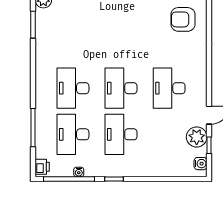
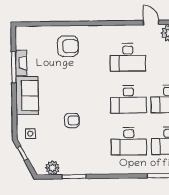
armchair: (183, 19) -> (68, 46), turned -90
armchair: (98, 23) -> (72, 120), added

